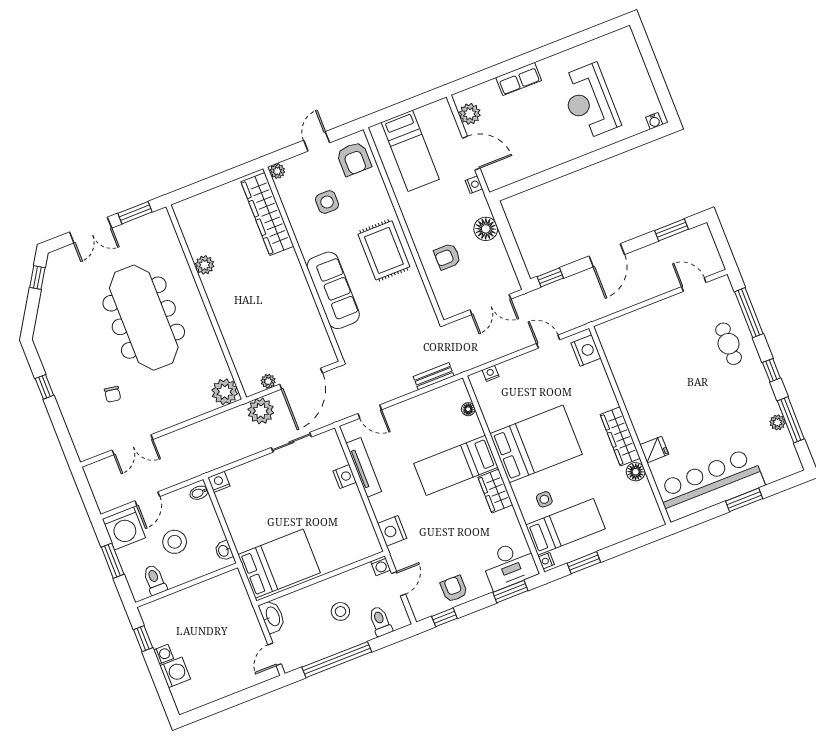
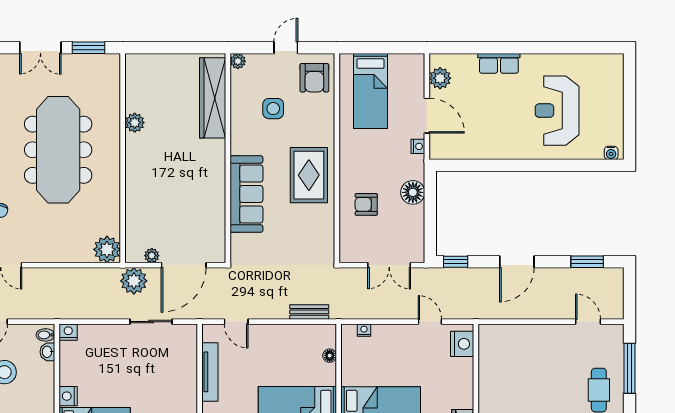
nightstand: (345, 477) -> (68, 396), moved, turned 180
washbasin: (224, 551) -> (47, 352), moved

